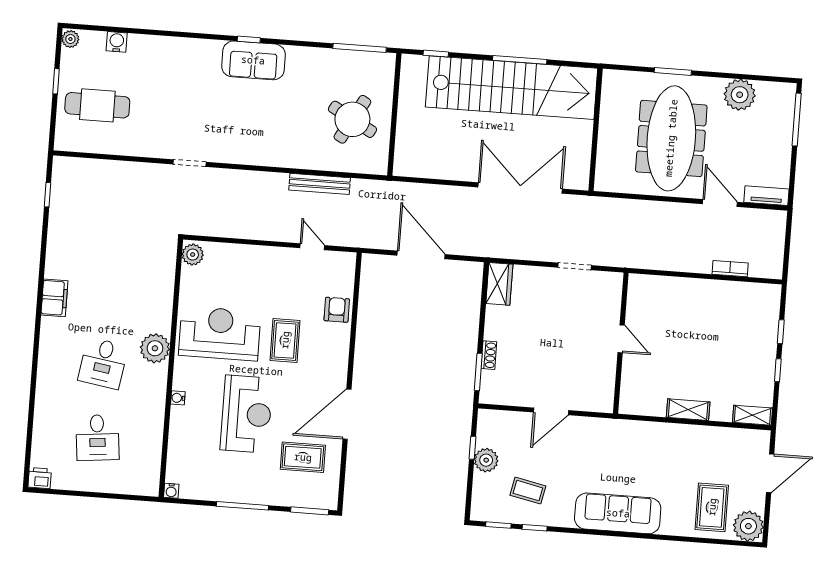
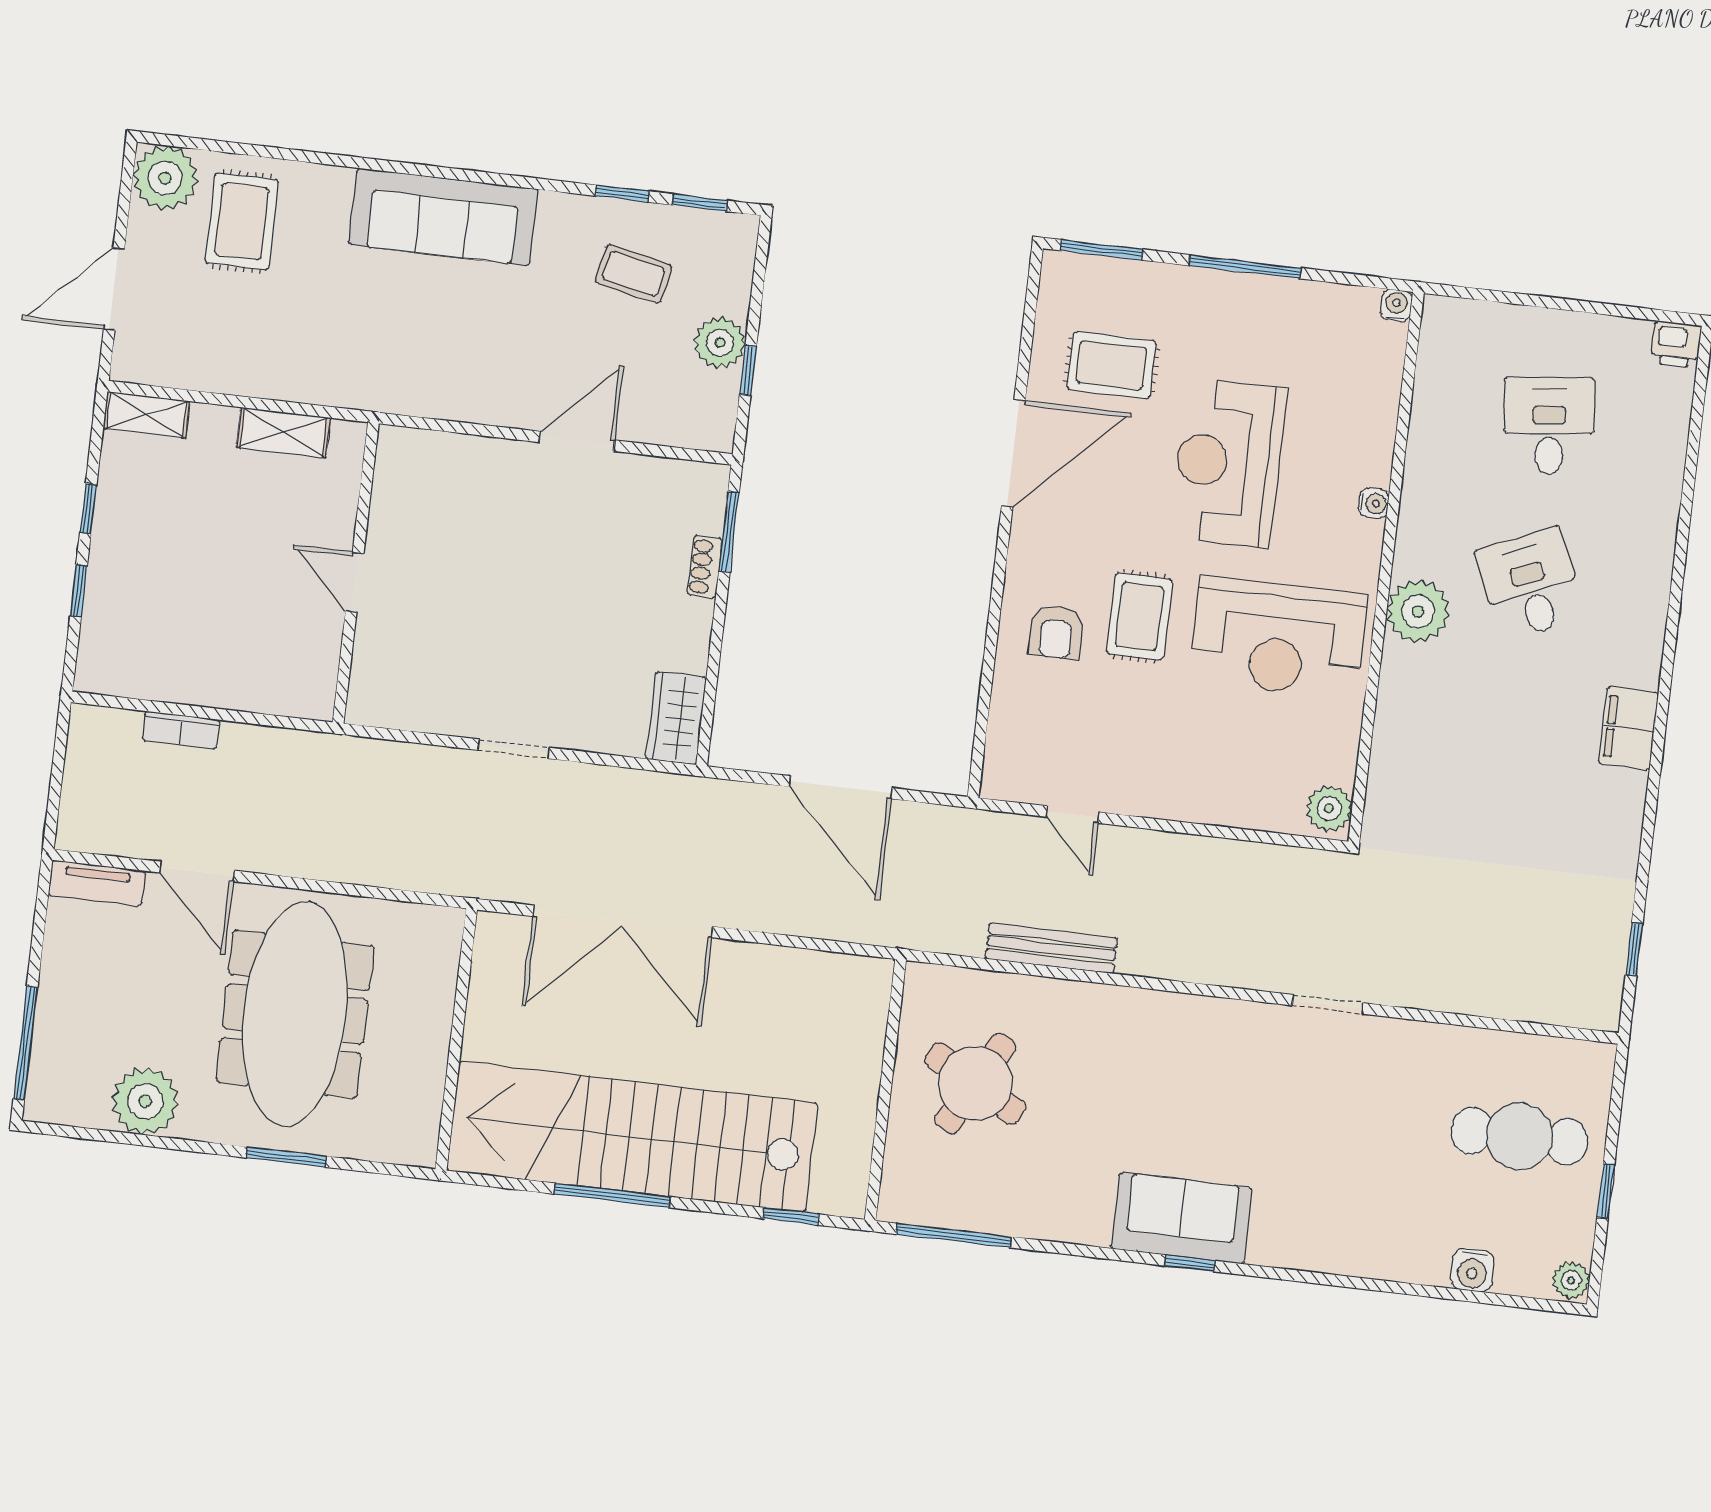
armchair: (337, 310) -> (1056, 632), moved
door: (621, 339) -> (355, 582), moved
wall: (621, 343) -> (356, 573), moved
desk: (103, 363) -> (1531, 584), turned -33

